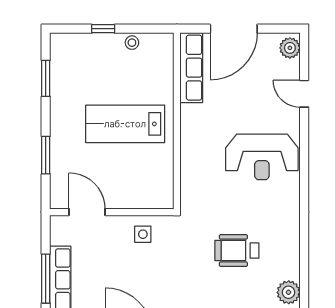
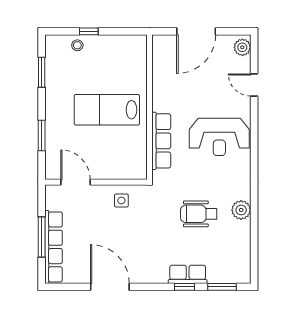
stool: (132, 43) -> (77, 45), moved
row of seats: (191, 68) -> (161, 141), moved
plant: (289, 292) -> (241, 210), moved

